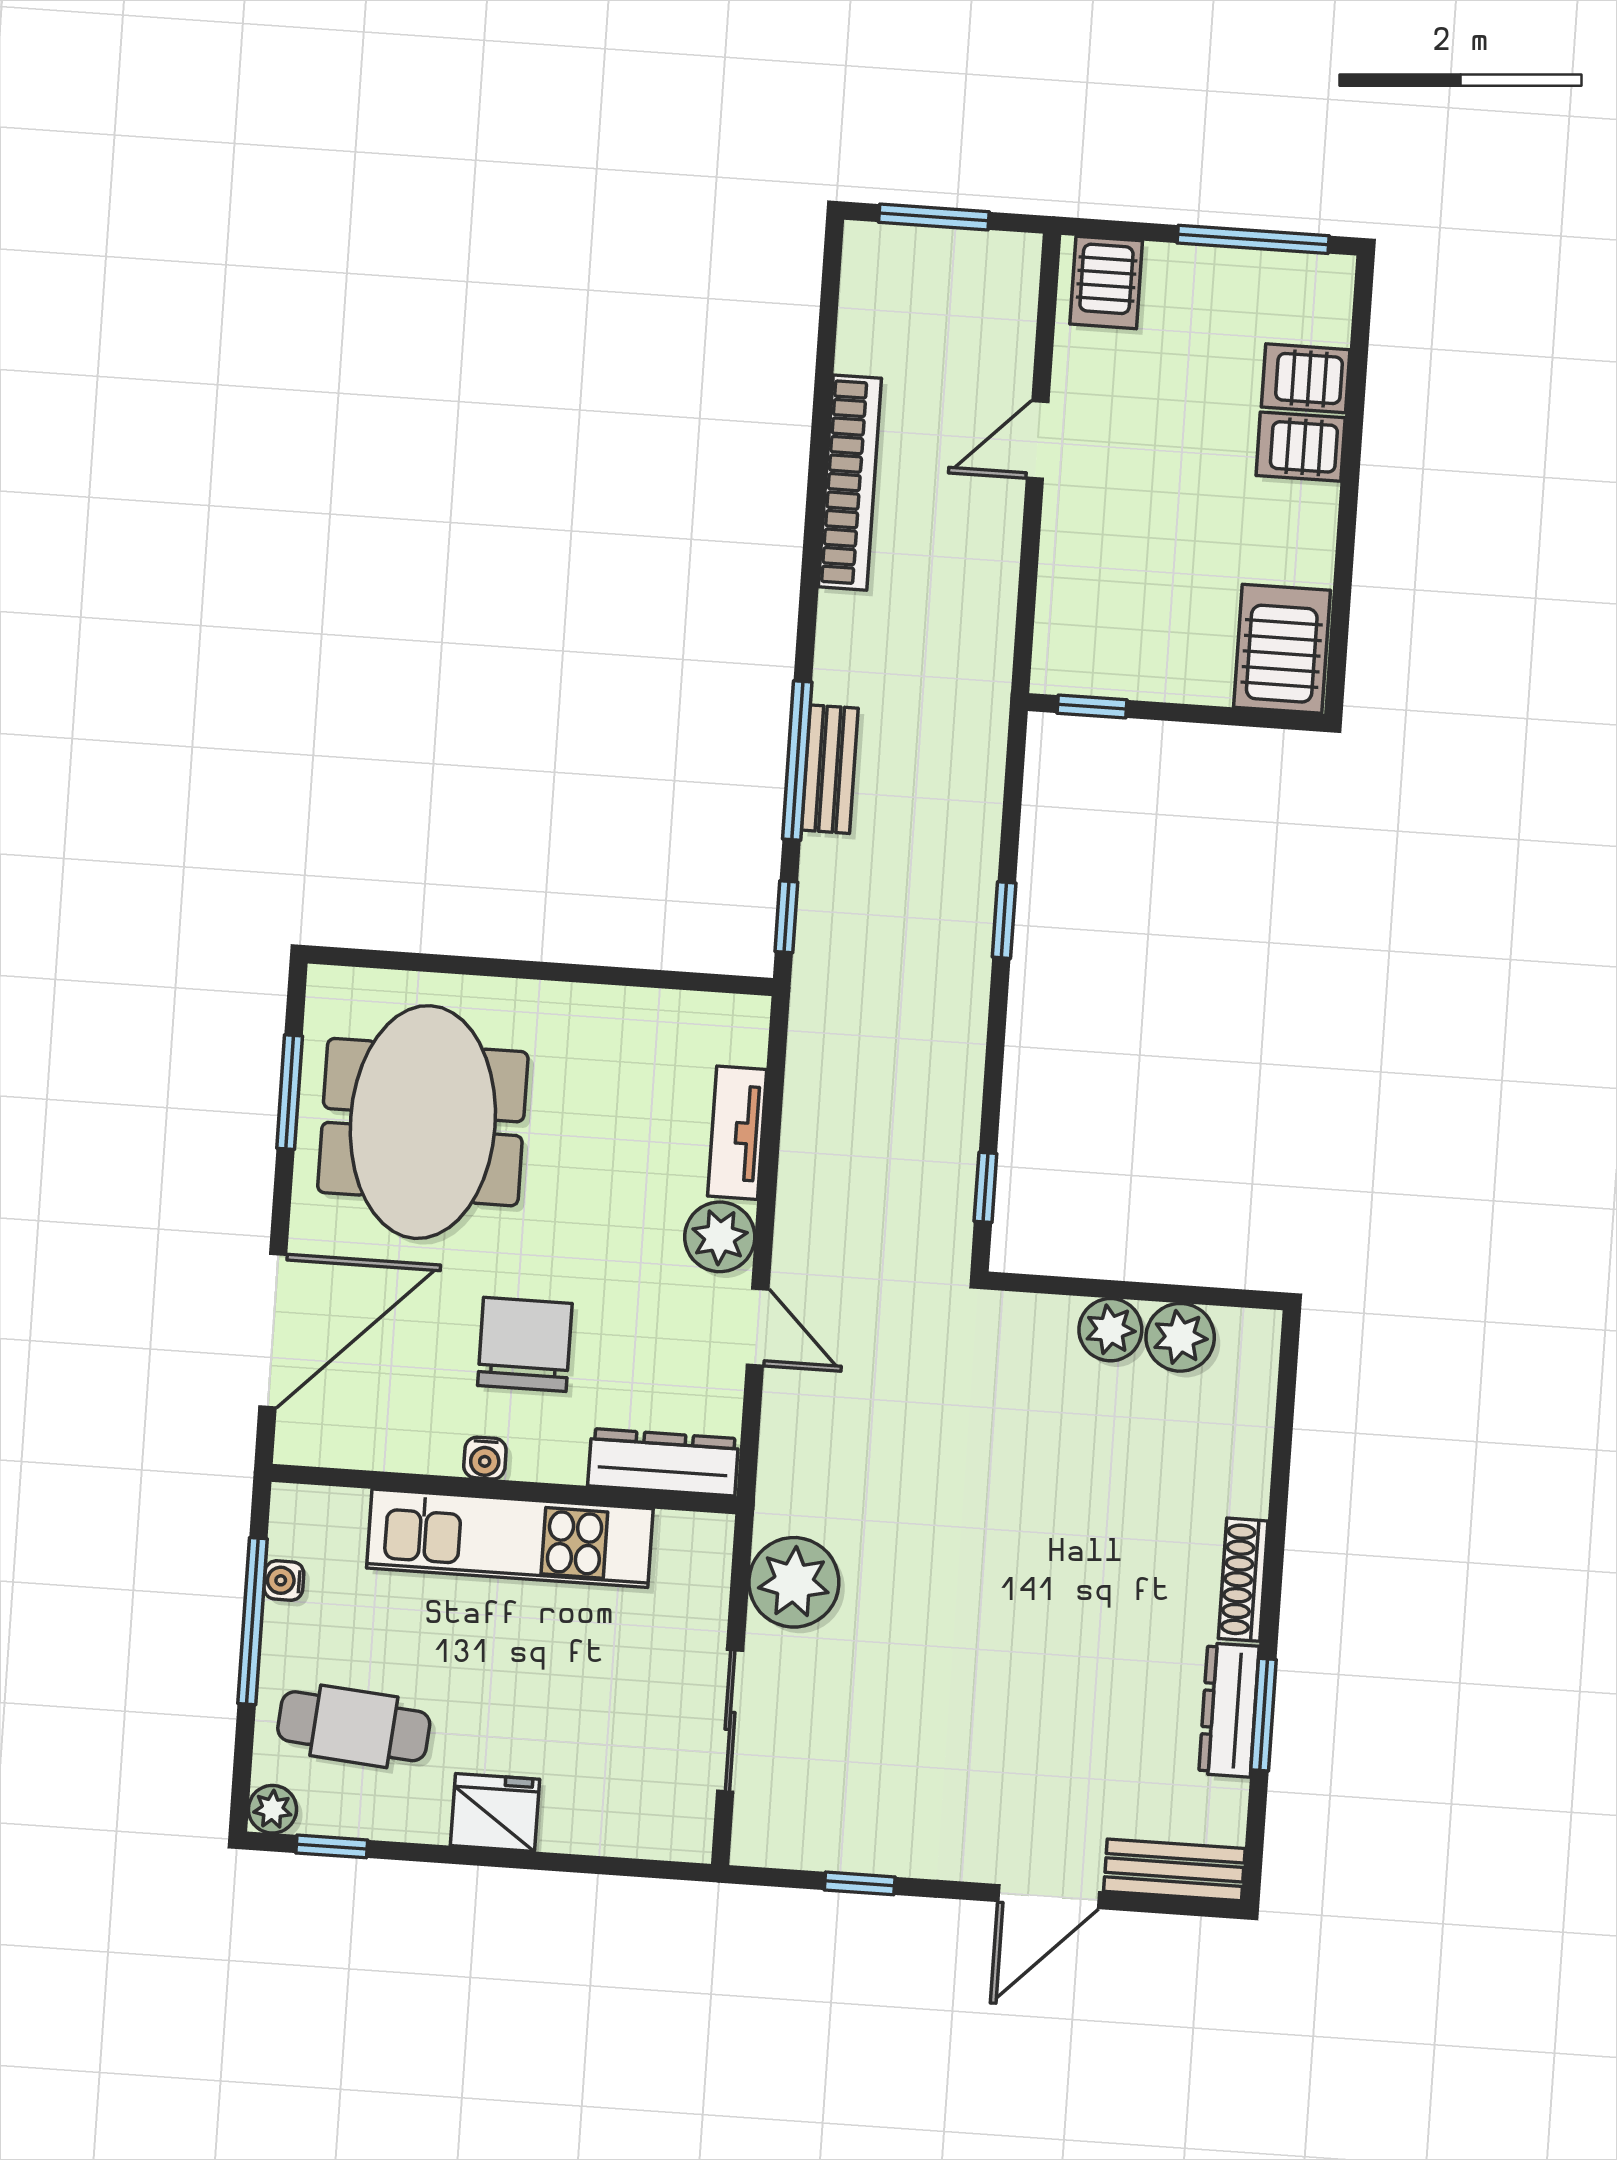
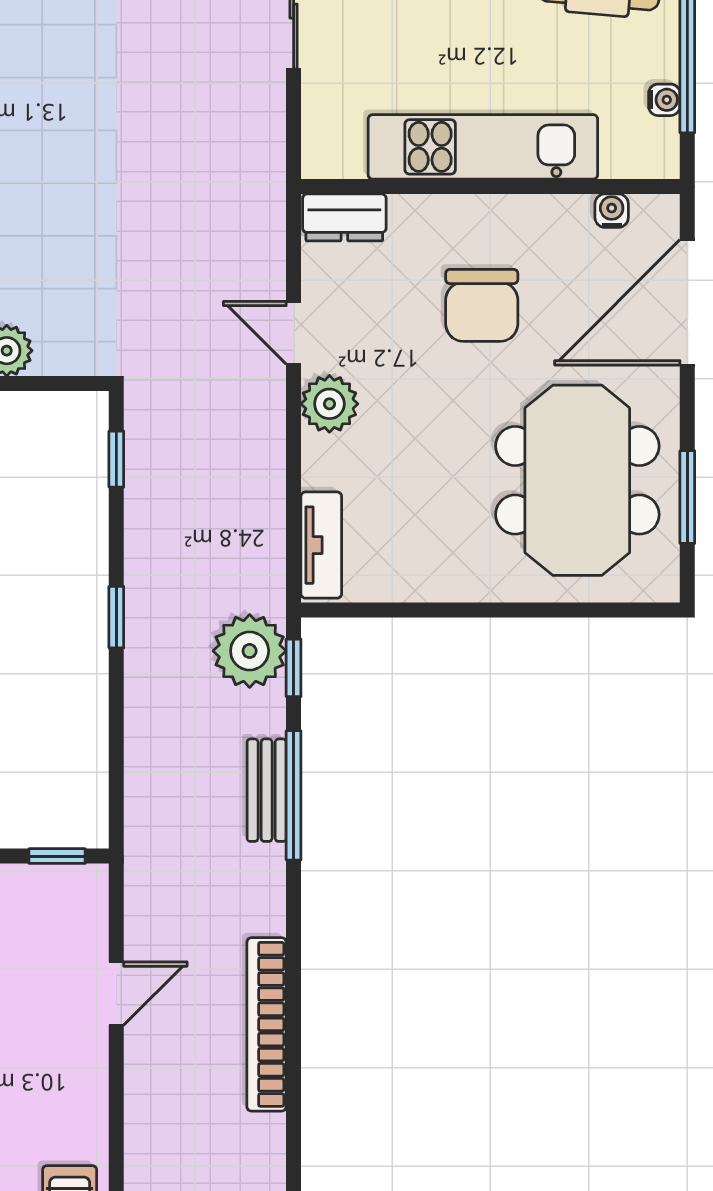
door: (1038, 440) -> (116, 994), moved
window: (1004, 920) -> (116, 617), moved
tv unit: (737, 1133) -> (321, 545), moved
water cooler: (485, 1458) -> (612, 211), moved
dresser: (663, 1462) -> (344, 217), width x0.70
plant: (794, 1582) -> (250, 651), moved

